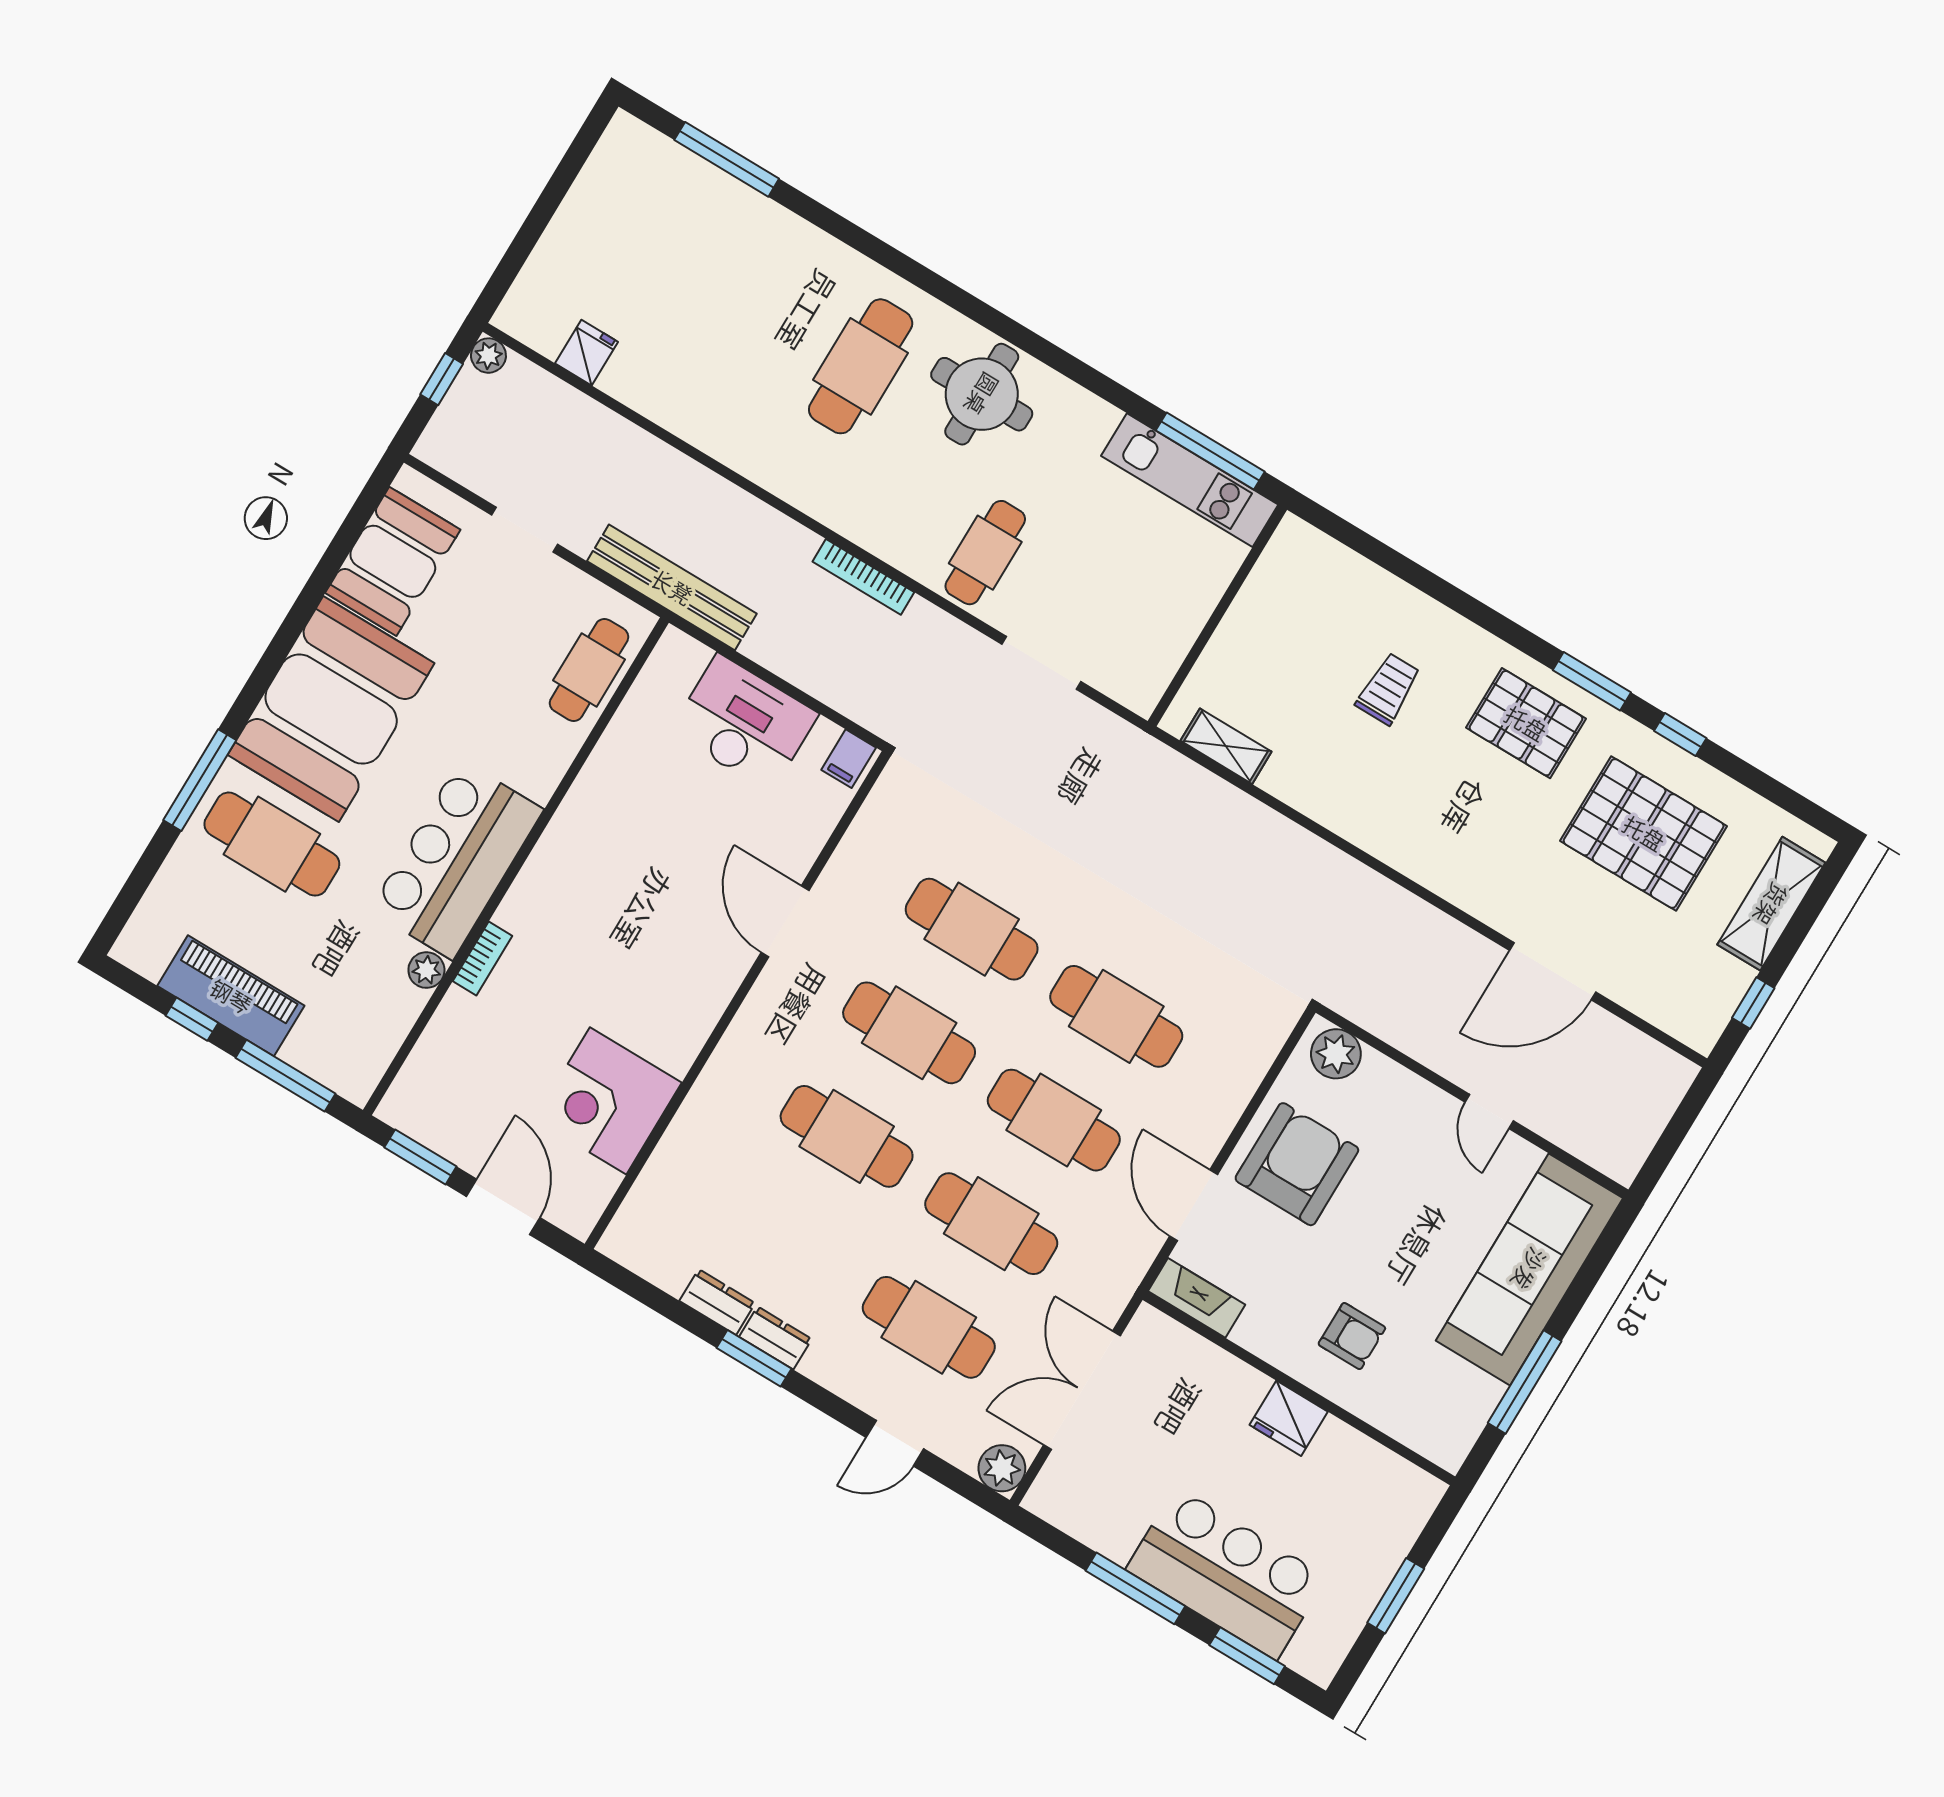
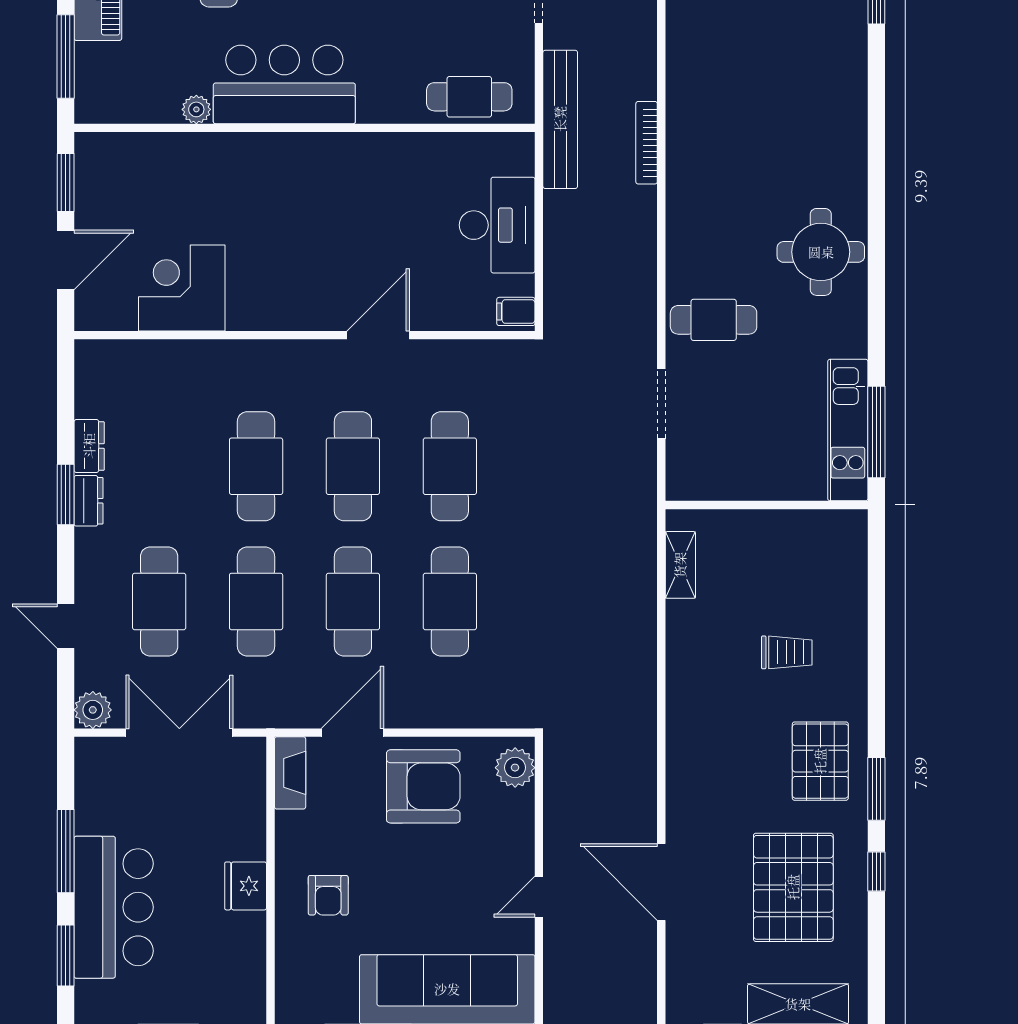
cafe table: (861, 366) -> (790, 157), removed
bookcase: (863, 577) -> (647, 143), moved
bookcase: (483, 959) -> (227, 143), removed

